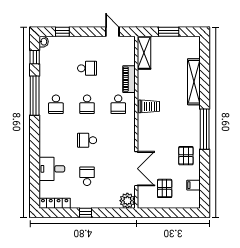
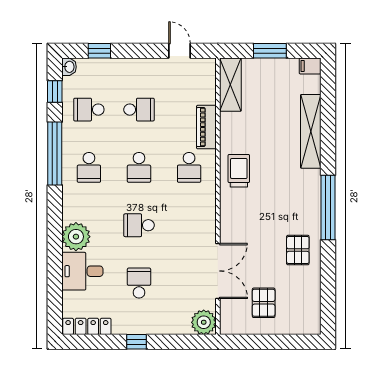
school desk: (56, 68) -> (89, 110), added
trolley: (149, 106) -> (239, 171), turned -90
plant: (48, 147) -> (76, 237), added
filing cabinet: (194, 185) -> (310, 66), moved

